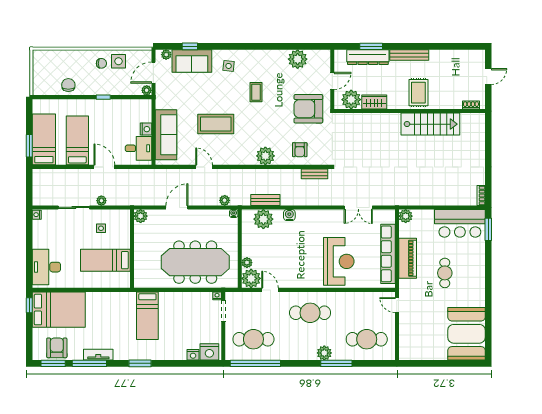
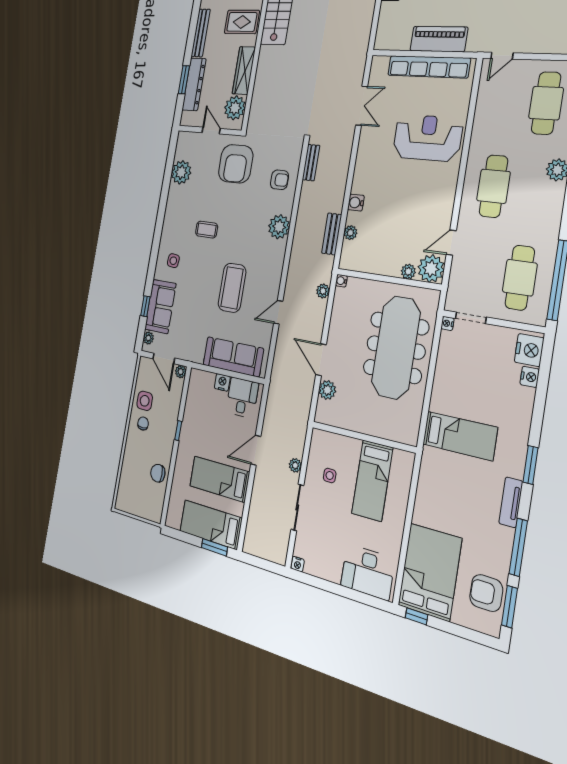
wardrobe: (374, 102) -> (244, 71), width x1.50
plant: (141, 216) -> (327, 390), moved
plant: (406, 216) -> (383, 41), removed
plant: (263, 219) -> (350, 233), width x0.53, depth x0.53
tv unit: (98, 355) -> (511, 502), moved

